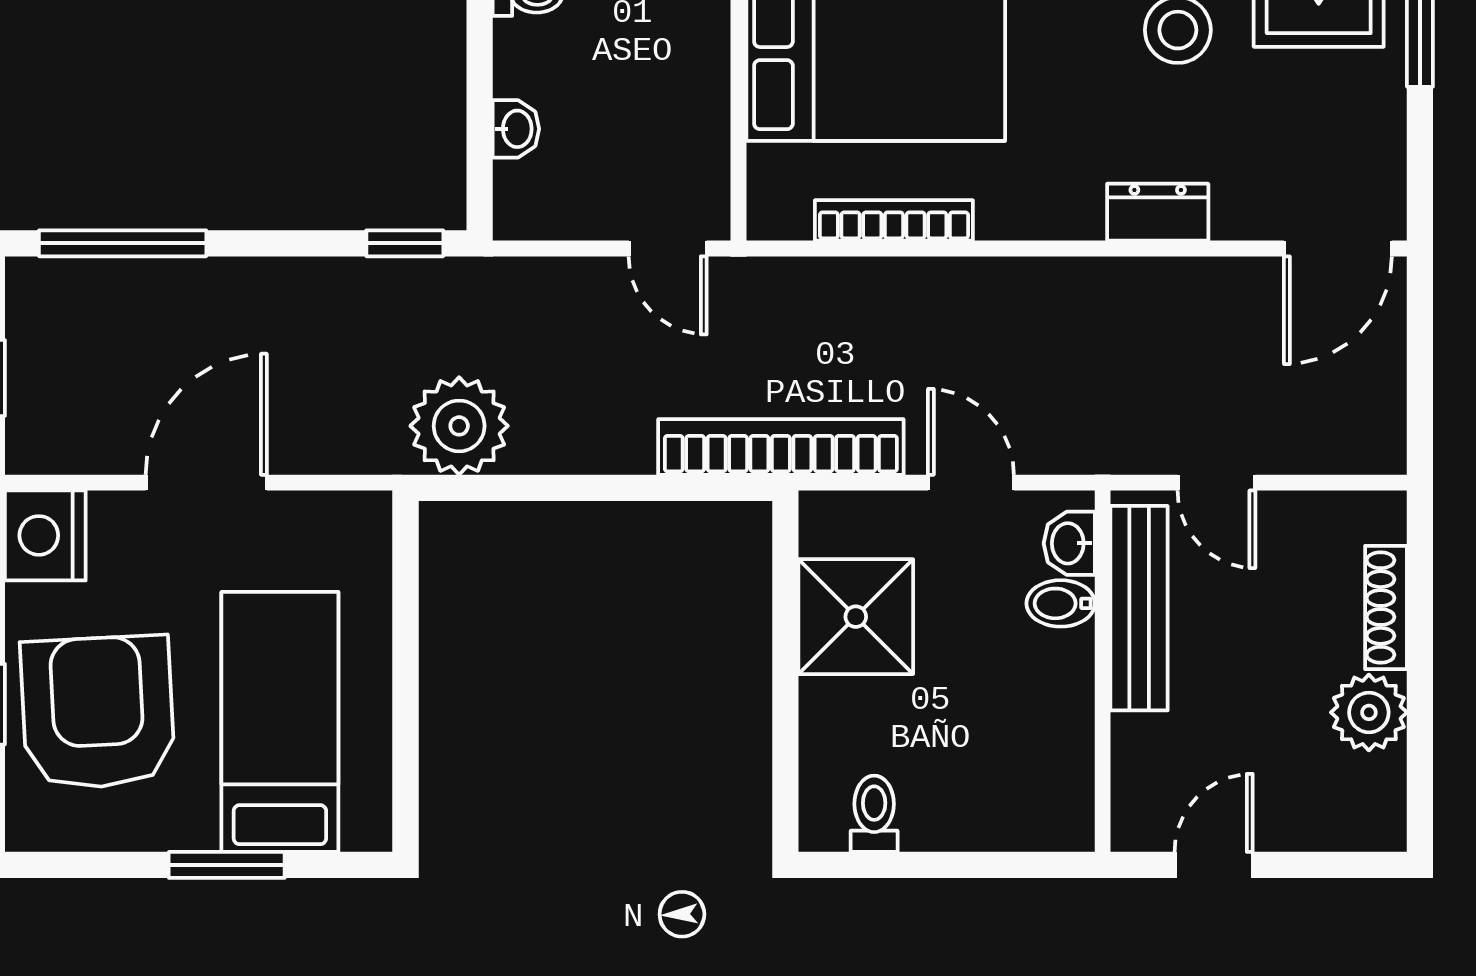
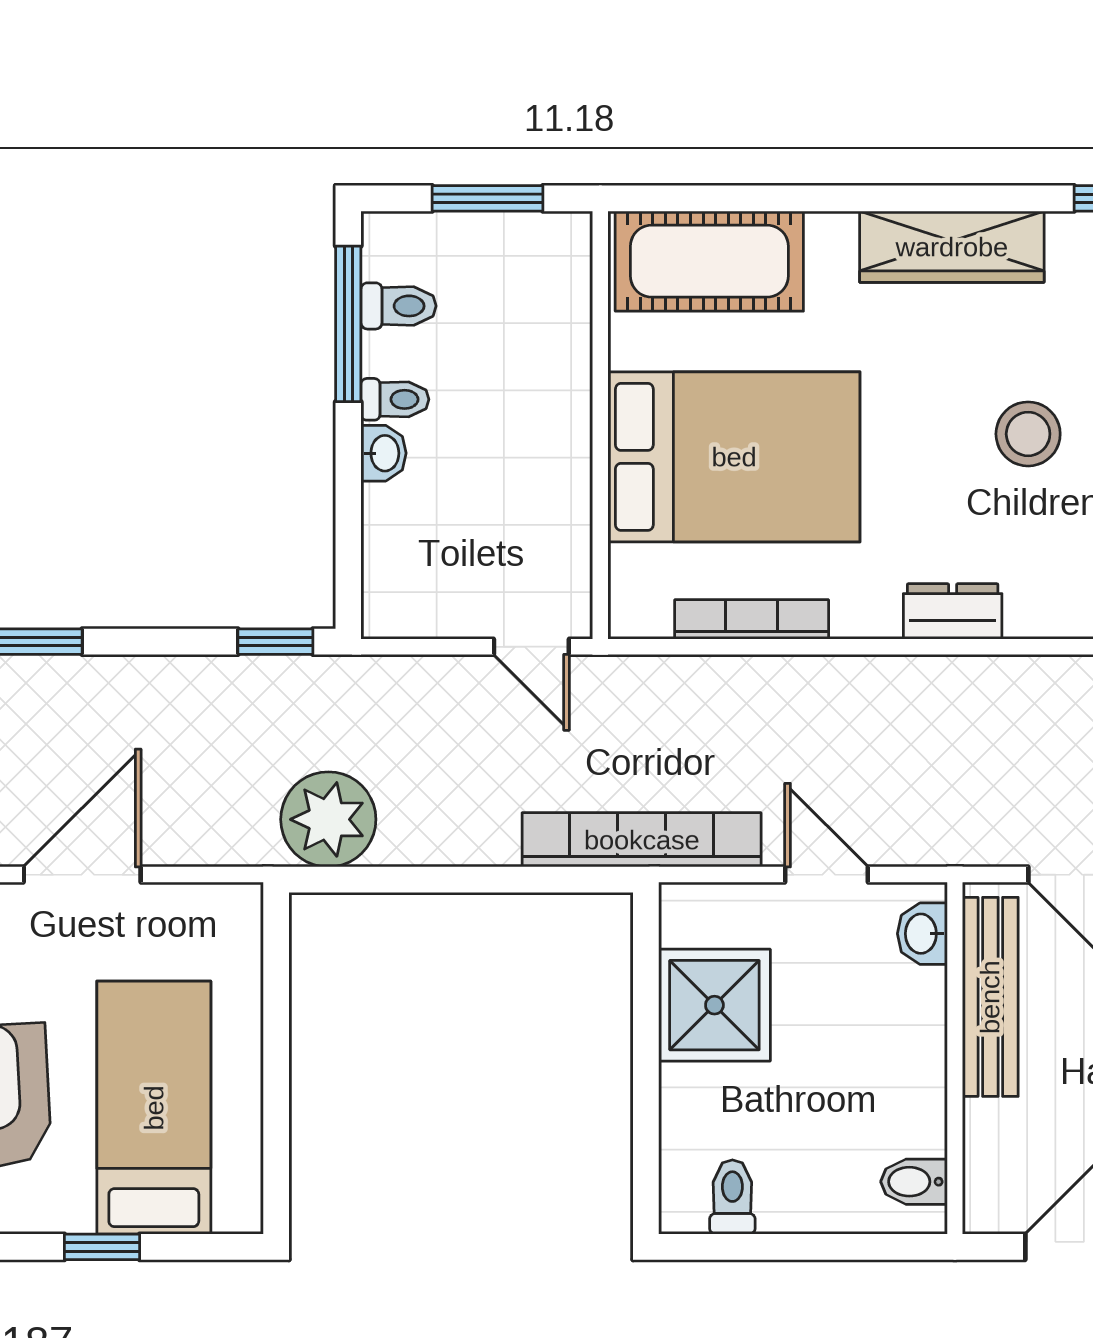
washbasin: (516, 129) -> (384, 453), moved
dresser: (1158, 212) -> (953, 611), moved
bidet: (1061, 603) -> (914, 1182), moved
window: (227, 865) -> (102, 1247), width x0.67

